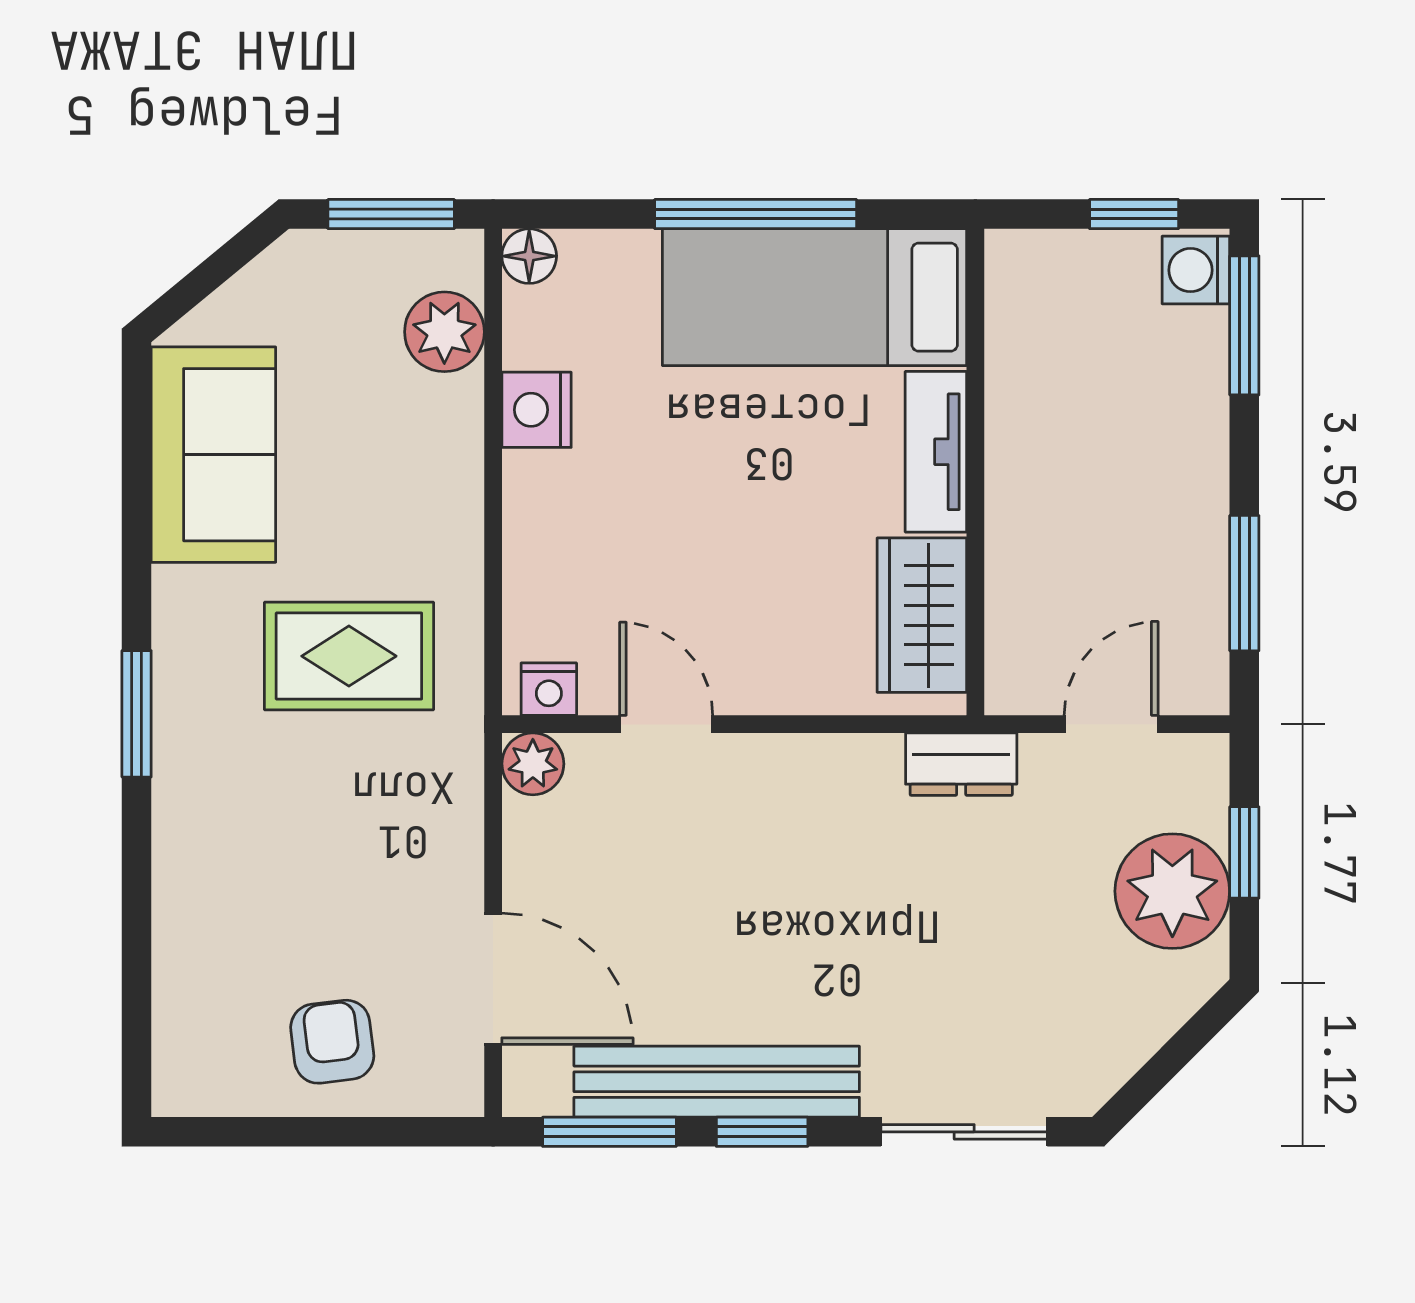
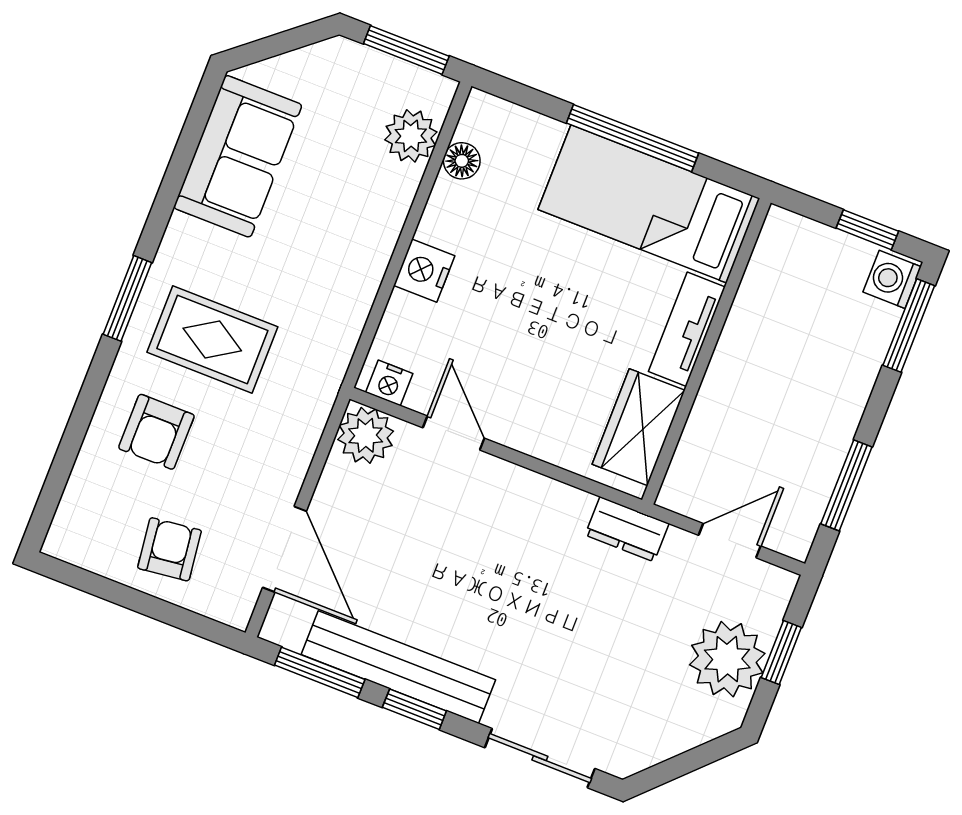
floor lamp: (529, 256) -> (462, 161), moved
nightstand: (537, 410) -> (424, 271), moved
rug: (349, 656) -> (212, 339), moved
plant: (533, 764) -> (366, 435), width x1.38, depth x1.38
armchair: (250, 884) -> (156, 432), added

